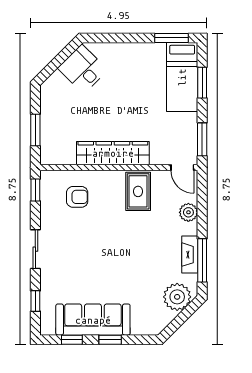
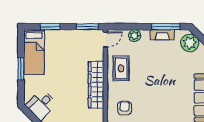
window: (171, 38) -> (21, 69), moved
bed: (182, 77) -> (34, 52), moved, turned 90
rug: (138, 191) -> (121, 68), turned 90

